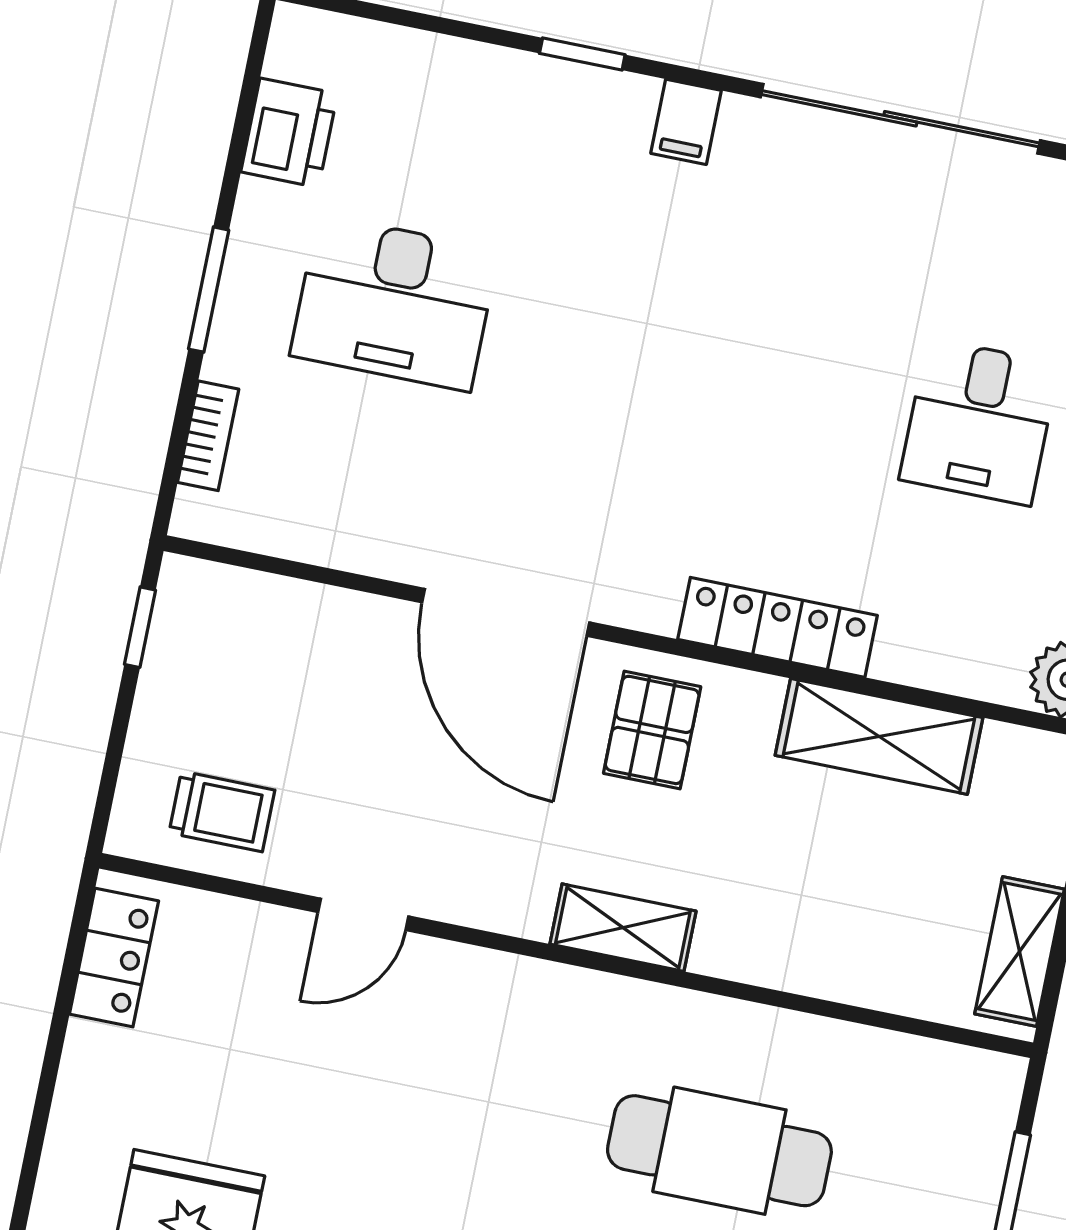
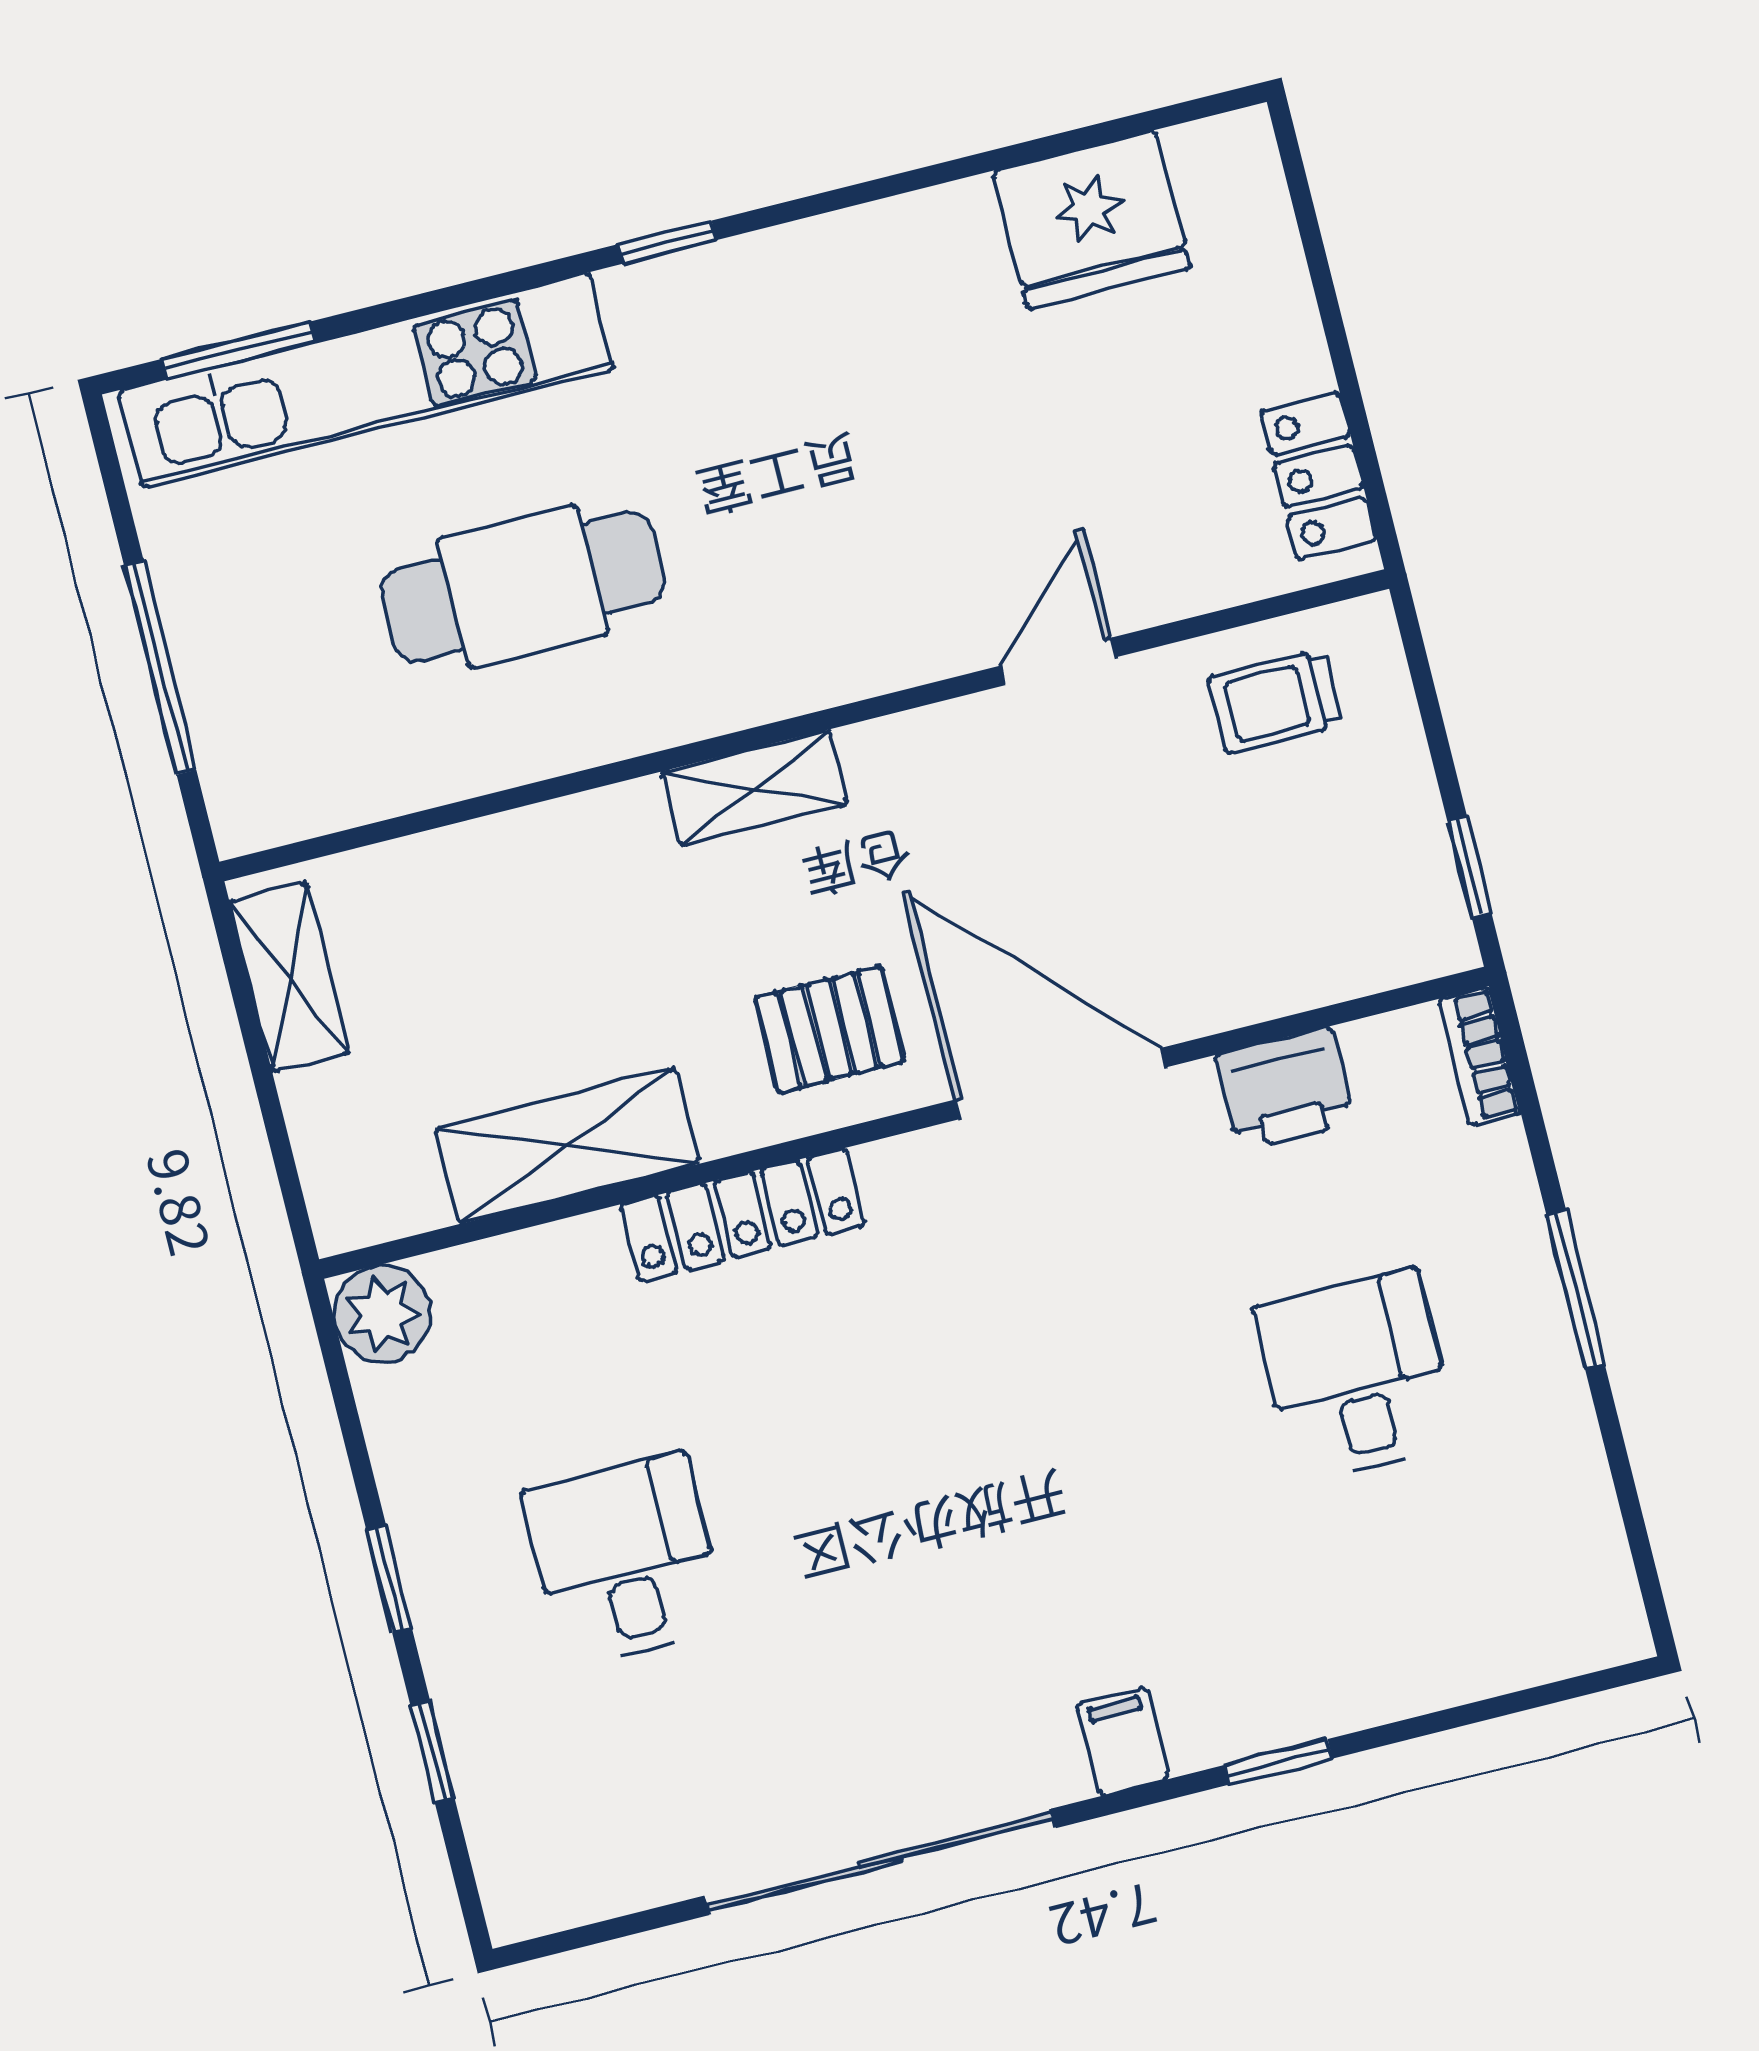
printer: (289, 133) -> (1285, 1089), moved, turned -90
desk: (394, 303) -> (1357, 1376), width x0.73
bookcase: (208, 436) -> (1480, 1056), moved
pallet: (652, 730) -> (829, 1029), turned 90

